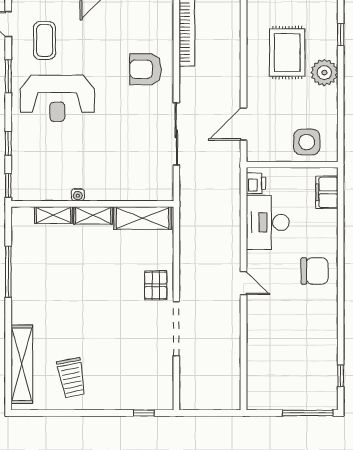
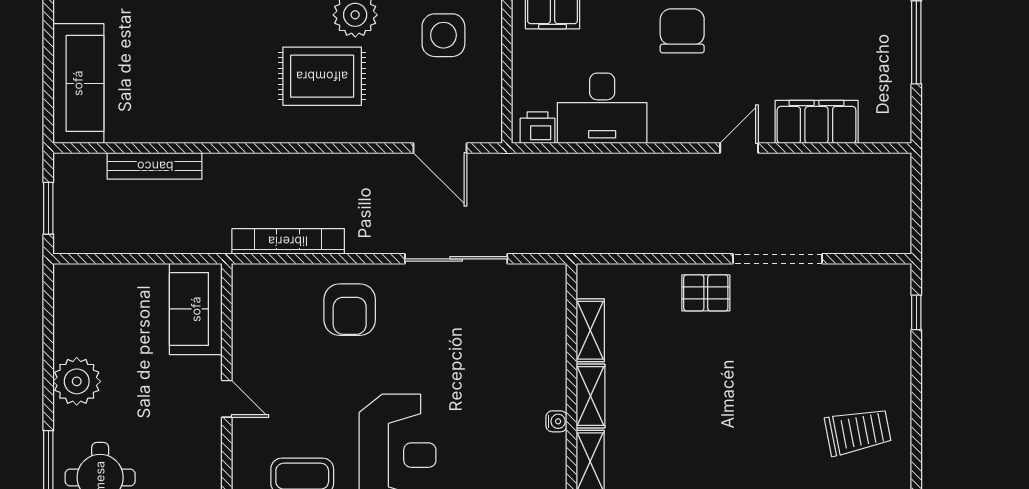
side table: (307, 142) -> (443, 35), moved
shelving: (142, 218) -> (590, 330), width x0.67, depth x0.75
door: (244, 283) -> (739, 148), moved
filing cabinet: (259, 352) -> (817, 122), added

